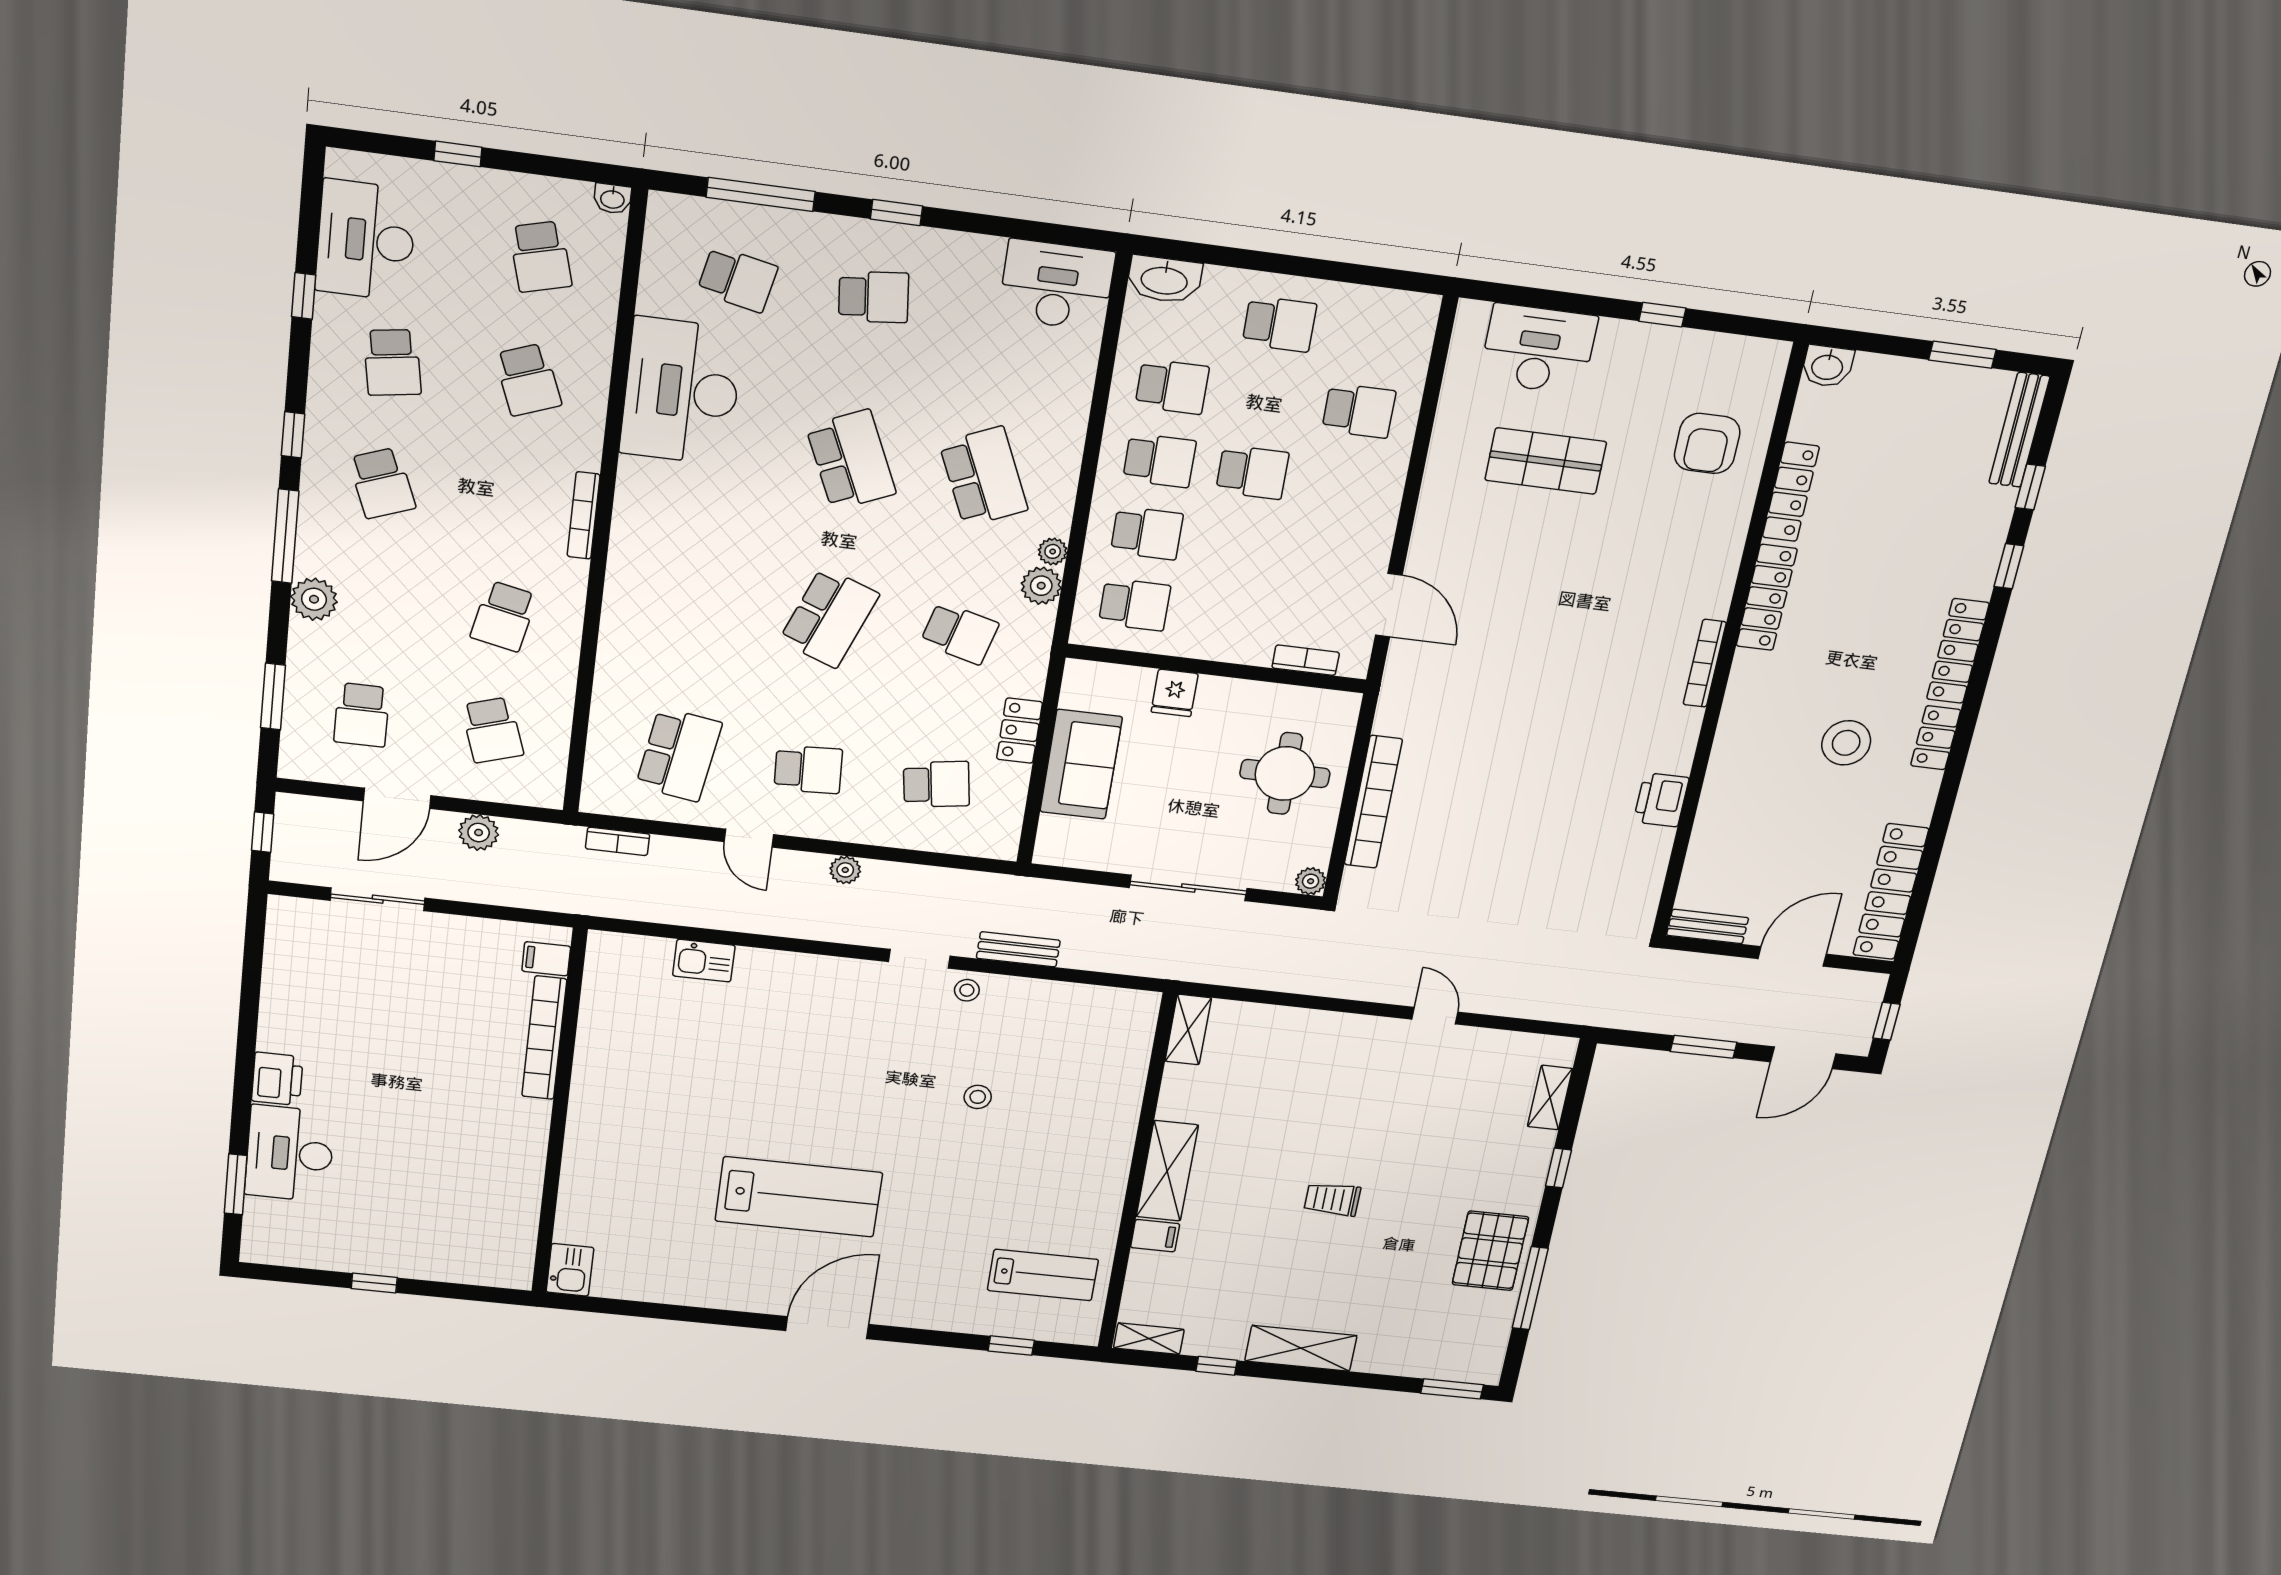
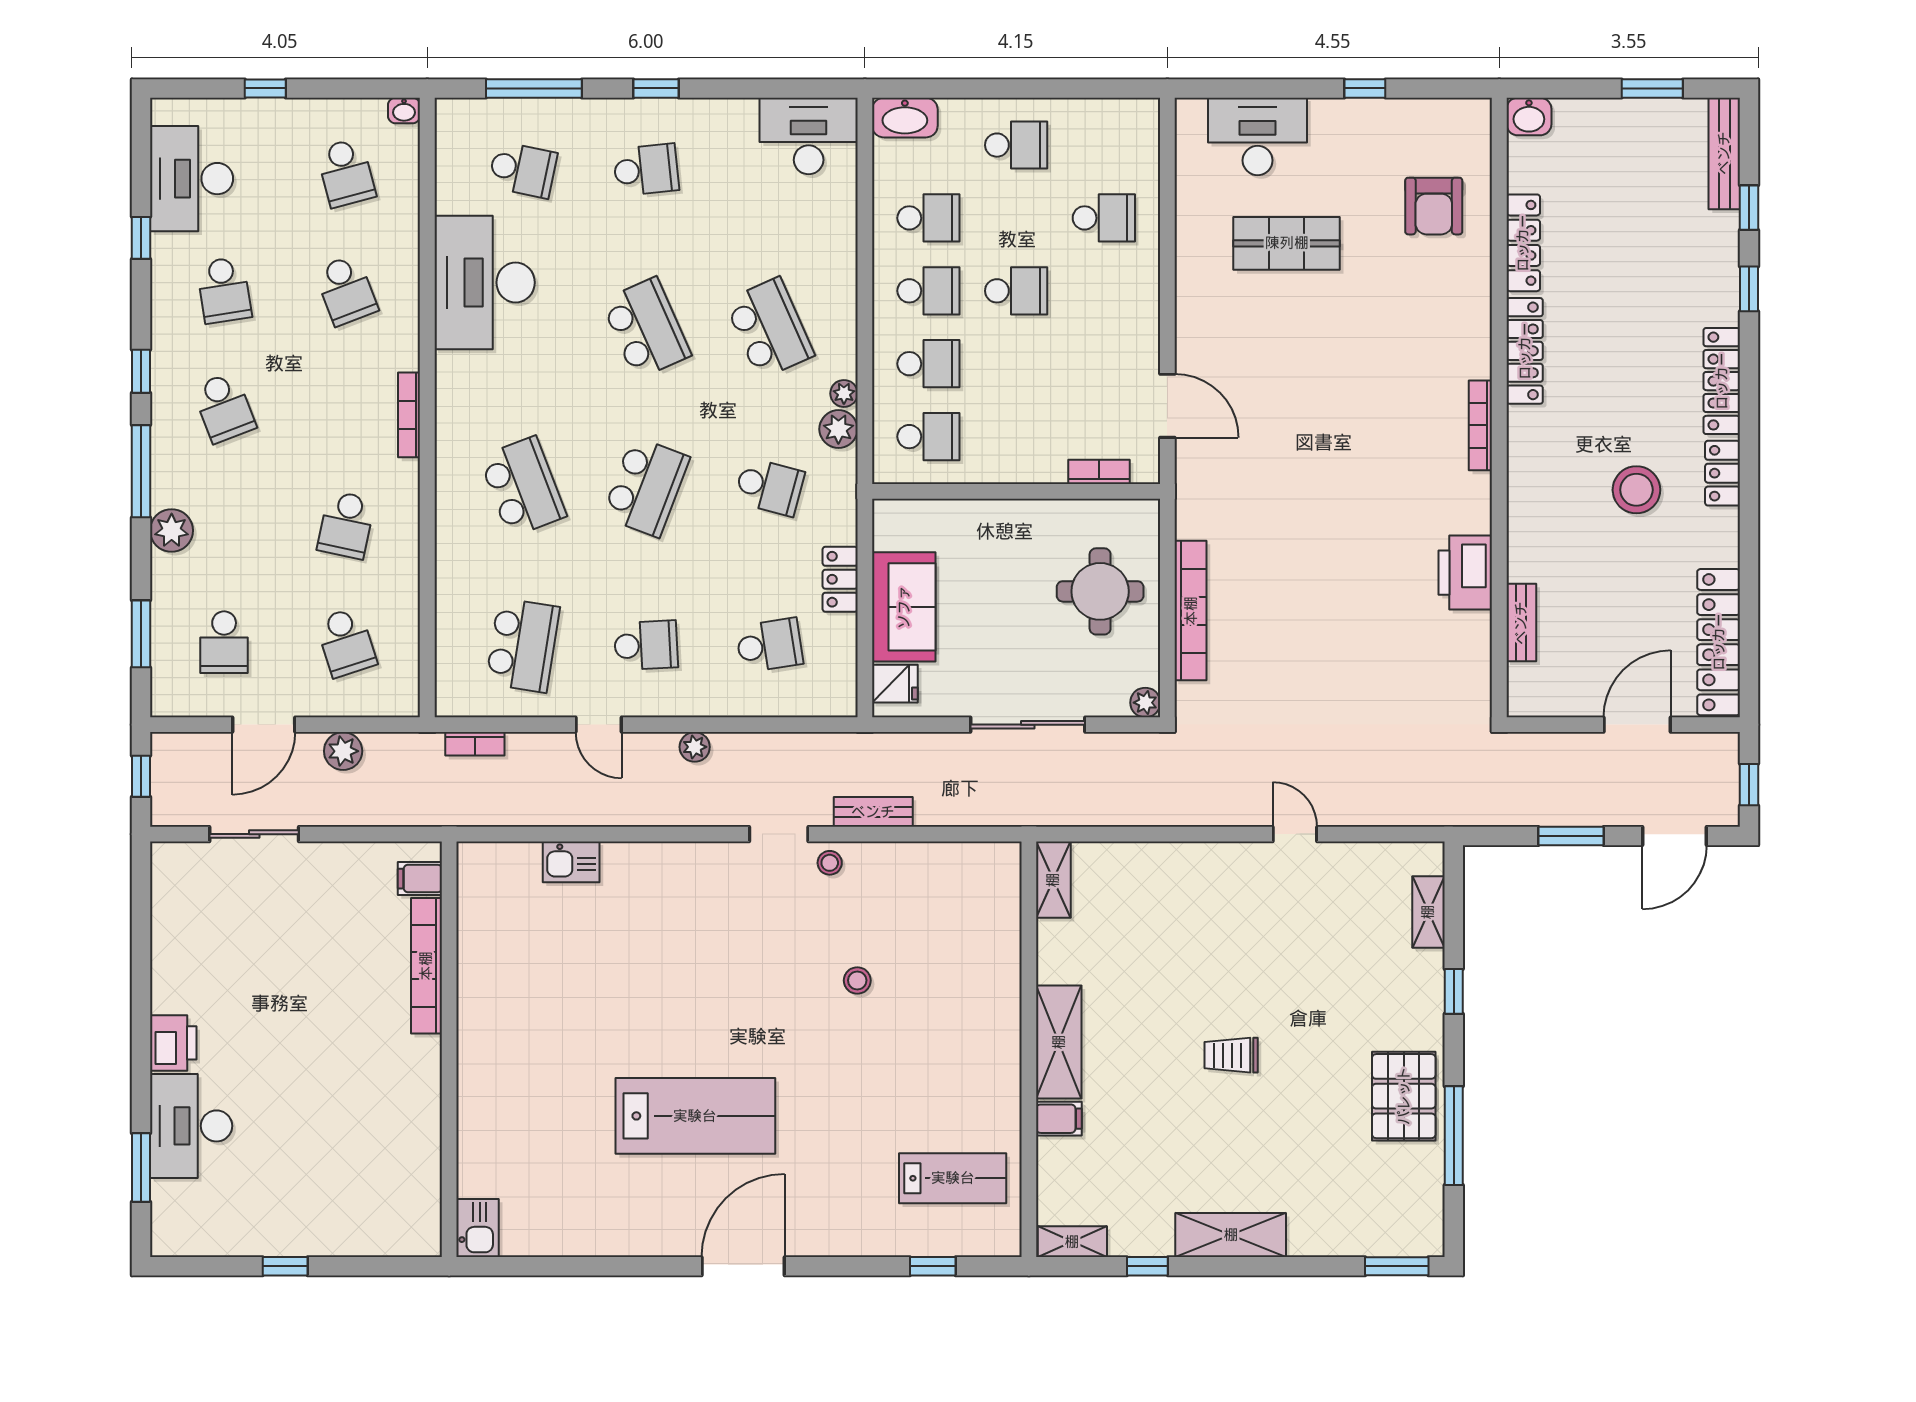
school desk: (698, 602) -> (523, 487), added
fridge: (1175, 693) -> (895, 684), moved, turned -90
printer: (1661, 800) -> (1465, 573), width x1.37, depth x1.19
bench: (1708, 927) -> (1521, 623), moved, turned 90

